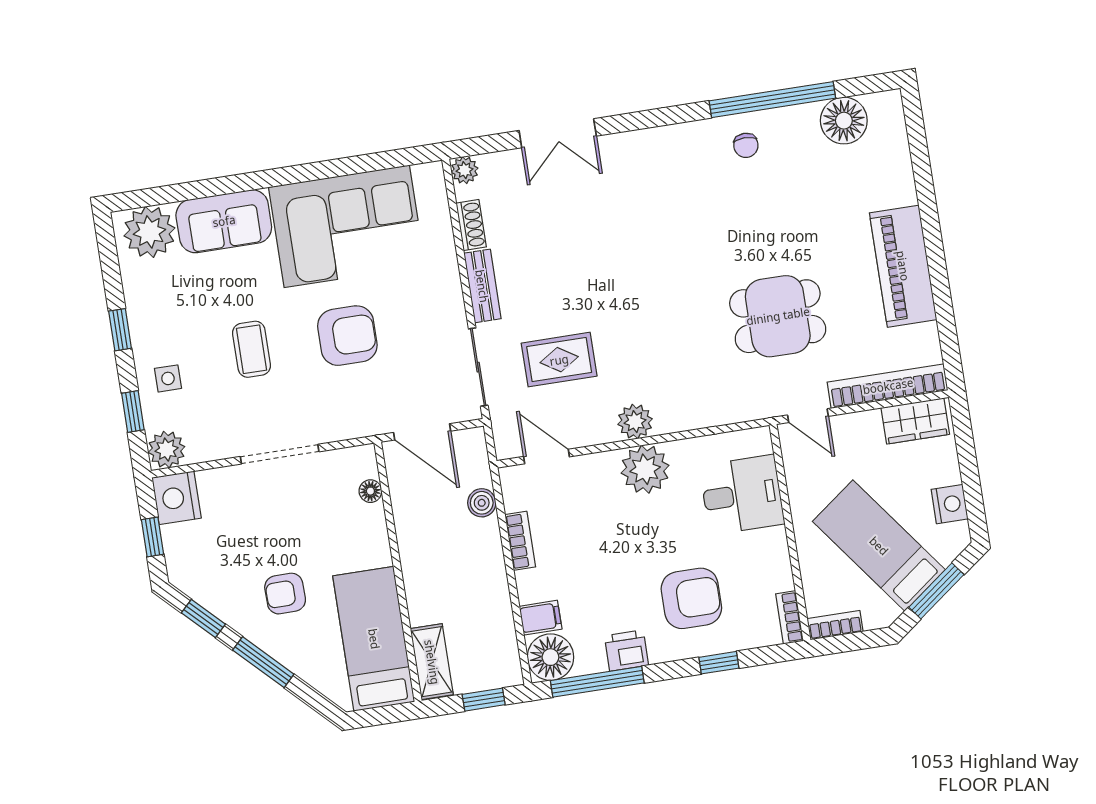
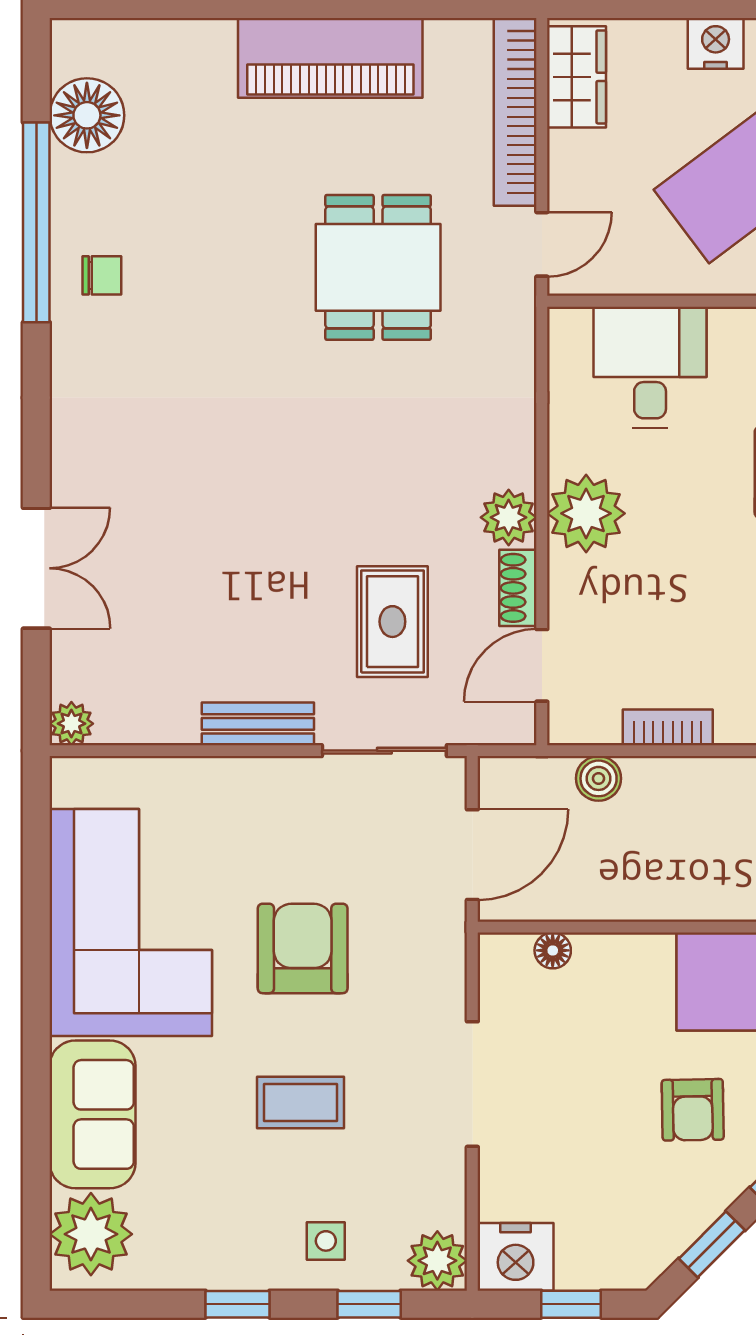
shoe rack: (471, 225) -> (518, 588), moved, turned -90

